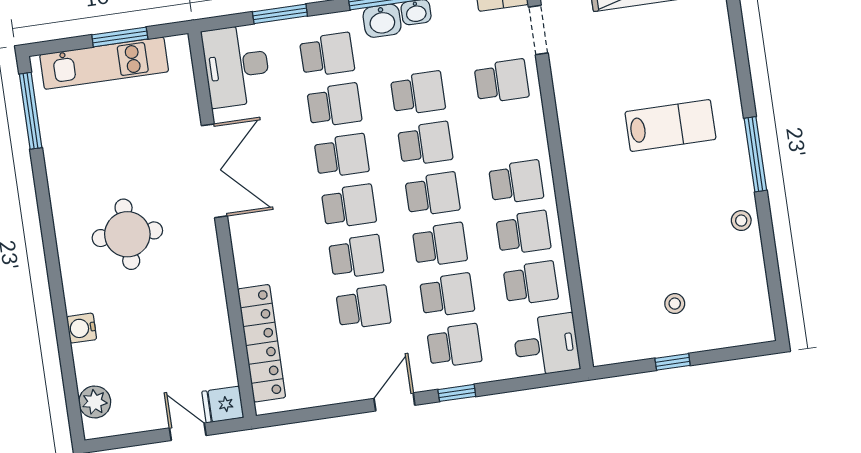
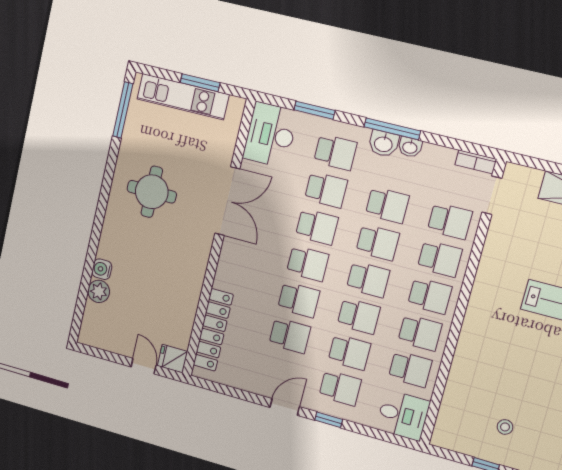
school desk: (509, 132) -> (440, 259), added
round table: (127, 234) -> (152, 192), moved
plant: (95, 402) -> (99, 291), moved

